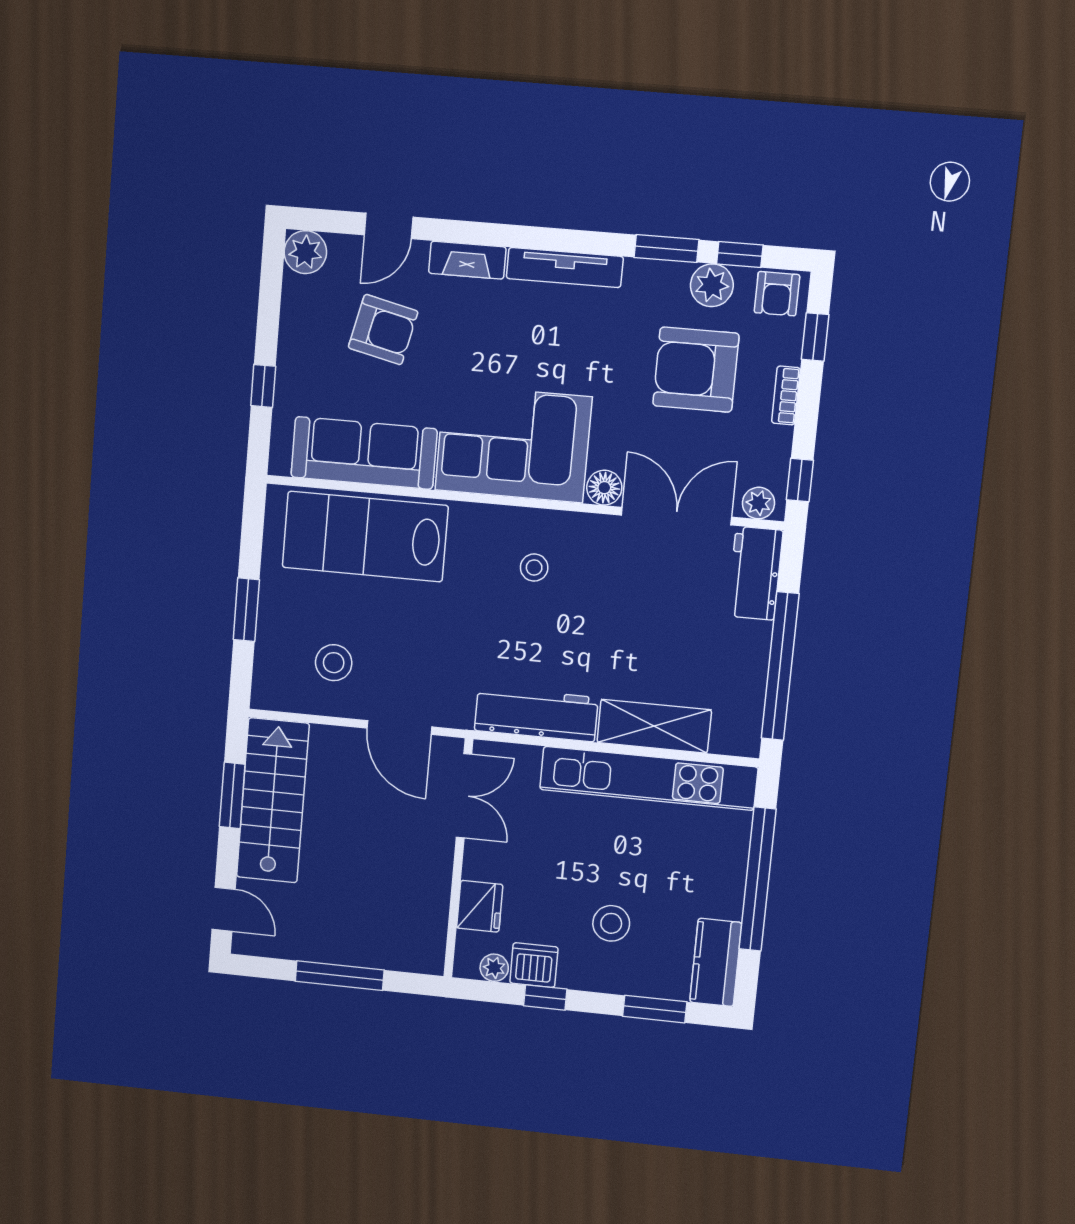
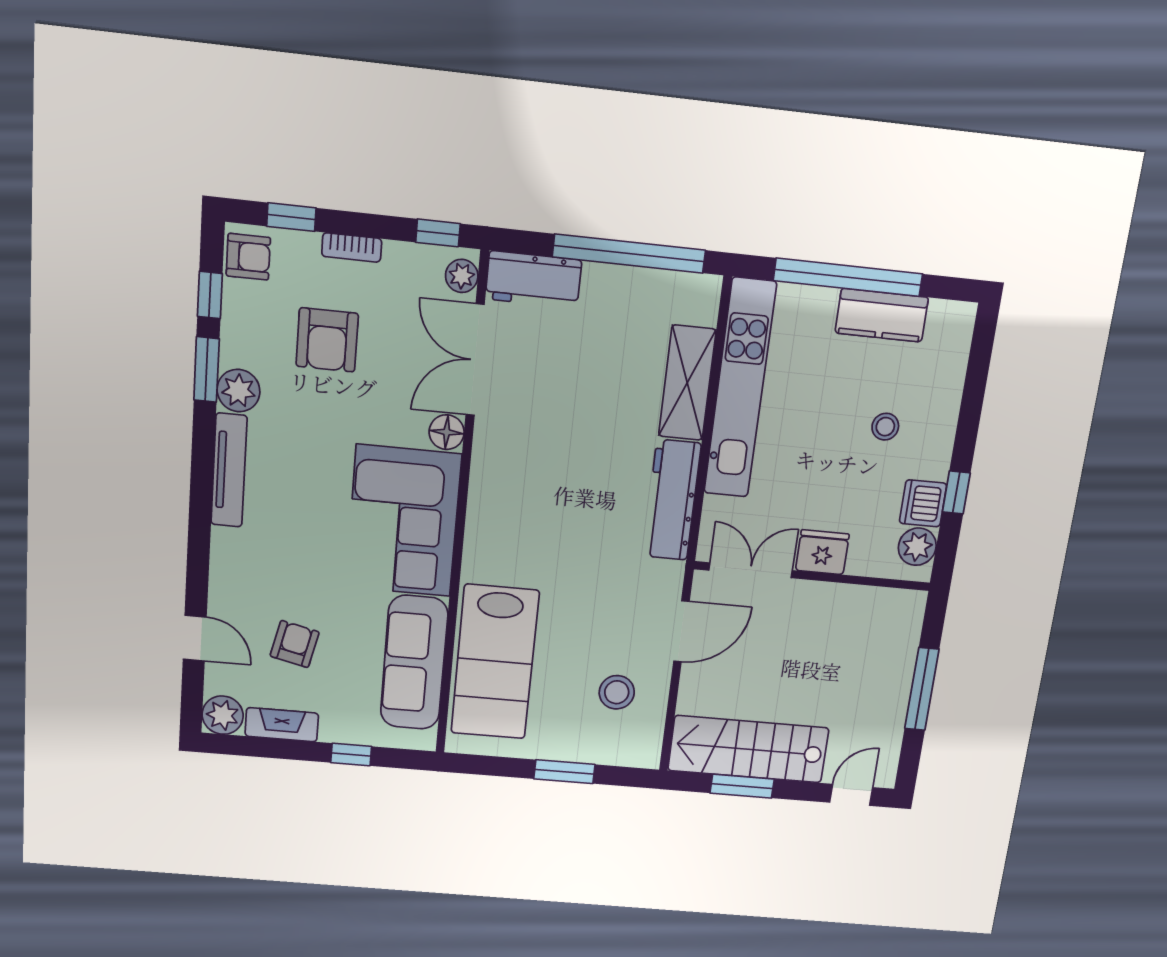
fireplace: (467, 260) -> (282, 725), moved, turned -90
plant: (712, 285) -> (238, 391), moved
armchair: (383, 330) -> (295, 644), width x0.72, depth x0.72
armchair: (696, 370) -> (327, 340), width x0.73, depth x0.73
stool: (534, 568) -> (526, 501), removed
fridge: (480, 906) -> (822, 552), moved
stool: (611, 923) -> (885, 427), width x0.73, depth x0.73
kitchen counter: (716, 962) -> (882, 315), moved
plant: (494, 968) -> (917, 547), width x1.38, depth x1.38
window: (655, 1009) -> (975, 383), removed

